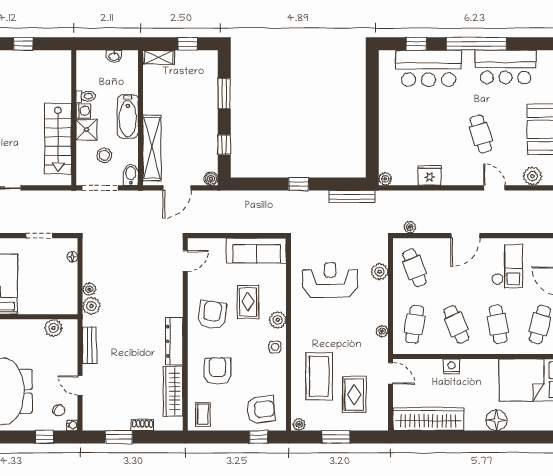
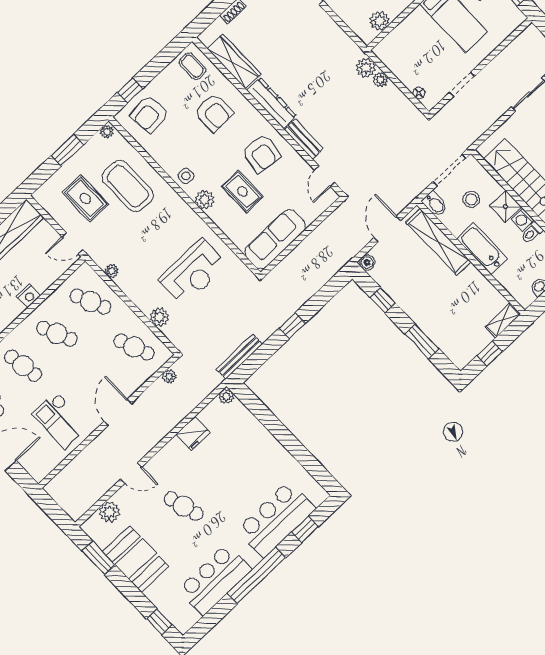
cafe table: (415, 324) -> (91, 301), turned -33
bench: (90, 345) -> (304, 139), moved

